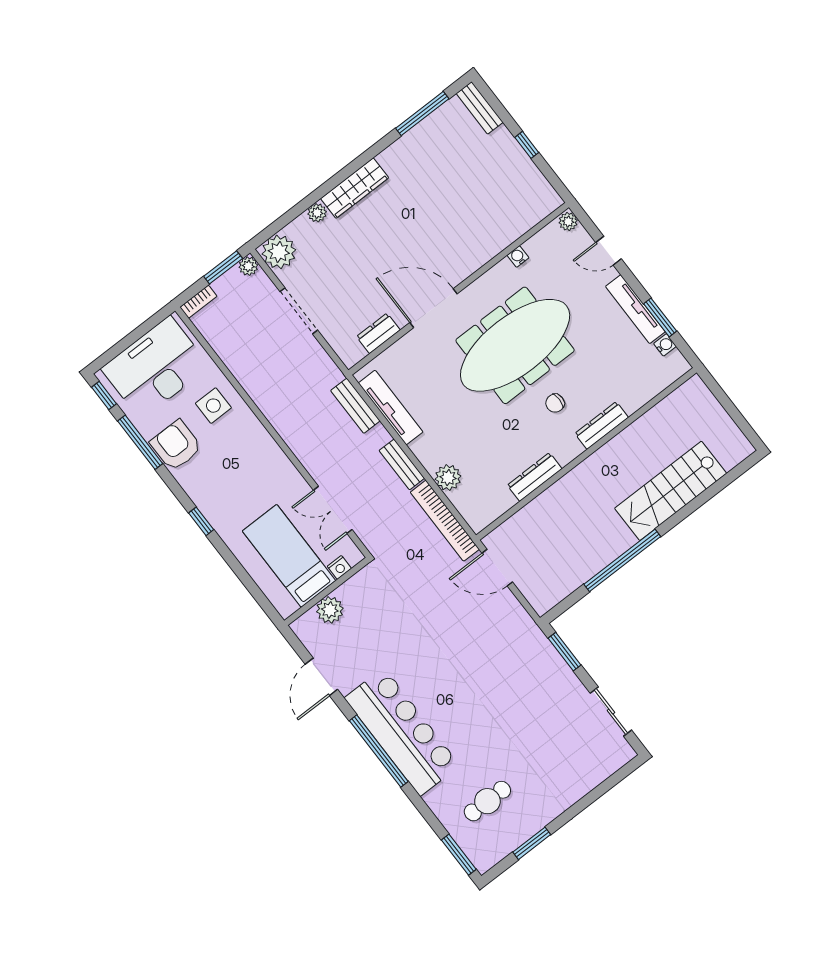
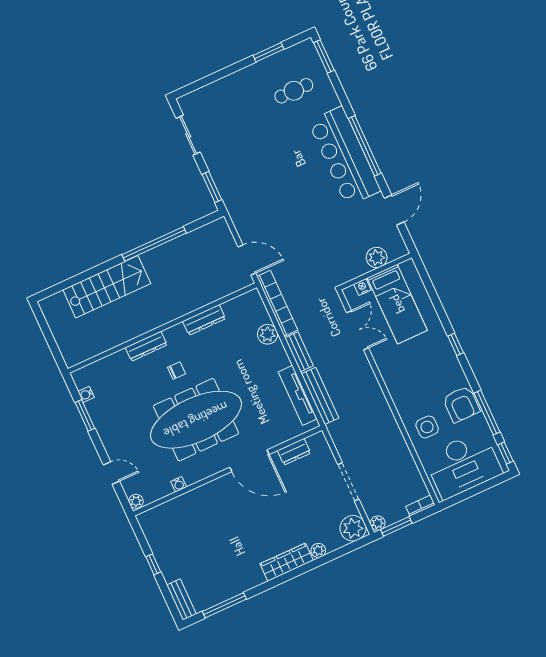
tv unit: (635, 309) -> (102, 426), removed
bench: (355, 406) -> (320, 396), width x1.36

